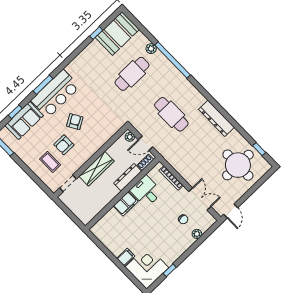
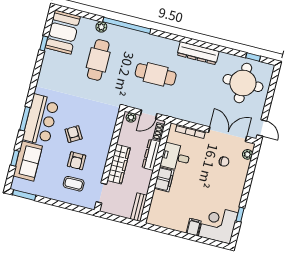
double door: (200, 199) -> (228, 134), width x1.37
bench: (91, 214) -> (139, 207), added
plant: (197, 234) -> (248, 154), moved

